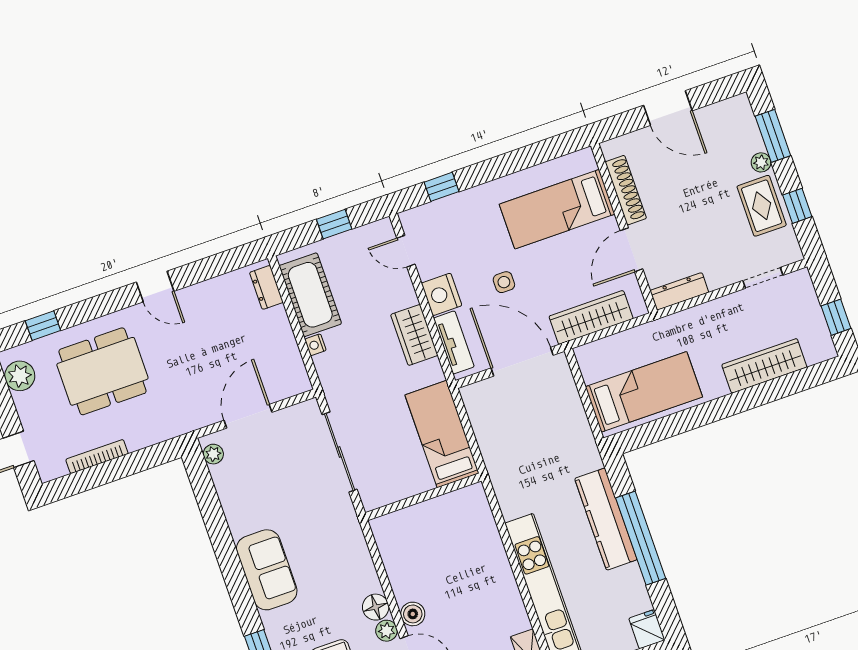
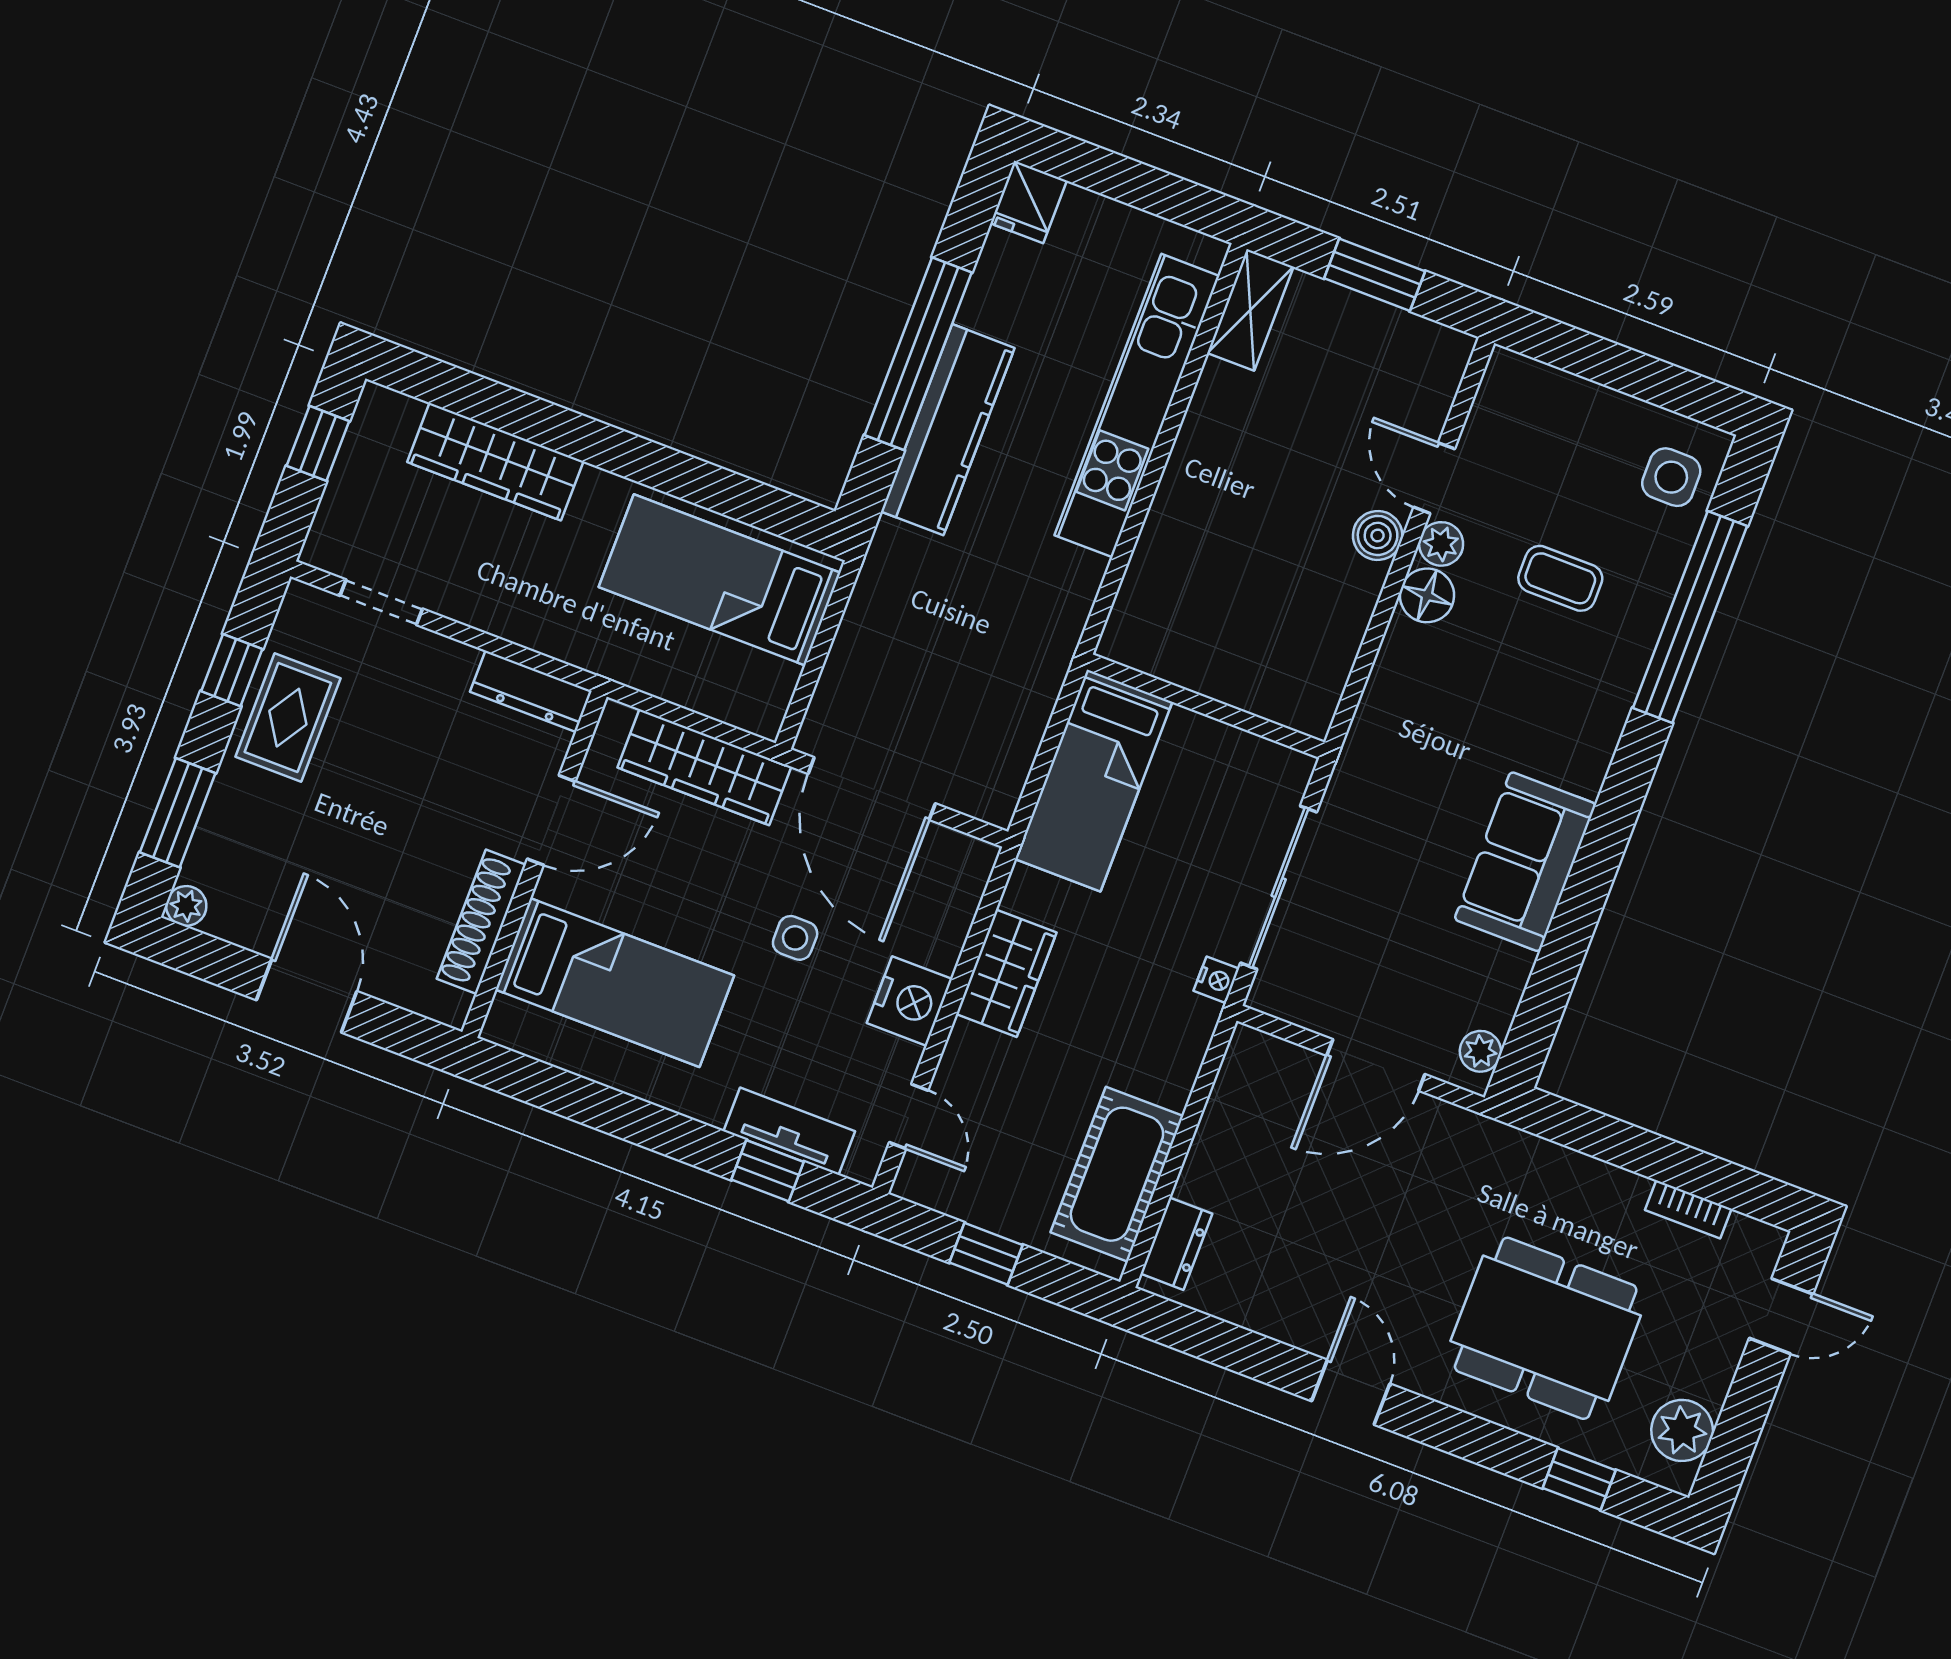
plant: (761, 162) -> (186, 906), moved
tv unit: (454, 342) -> (789, 1131), moved, turned 90
nightstand: (315, 345) -> (1216, 980), moved
bookcase: (97, 457) -> (1688, 1209), width x0.64
sofa: (267, 570) -> (1525, 862), moved

